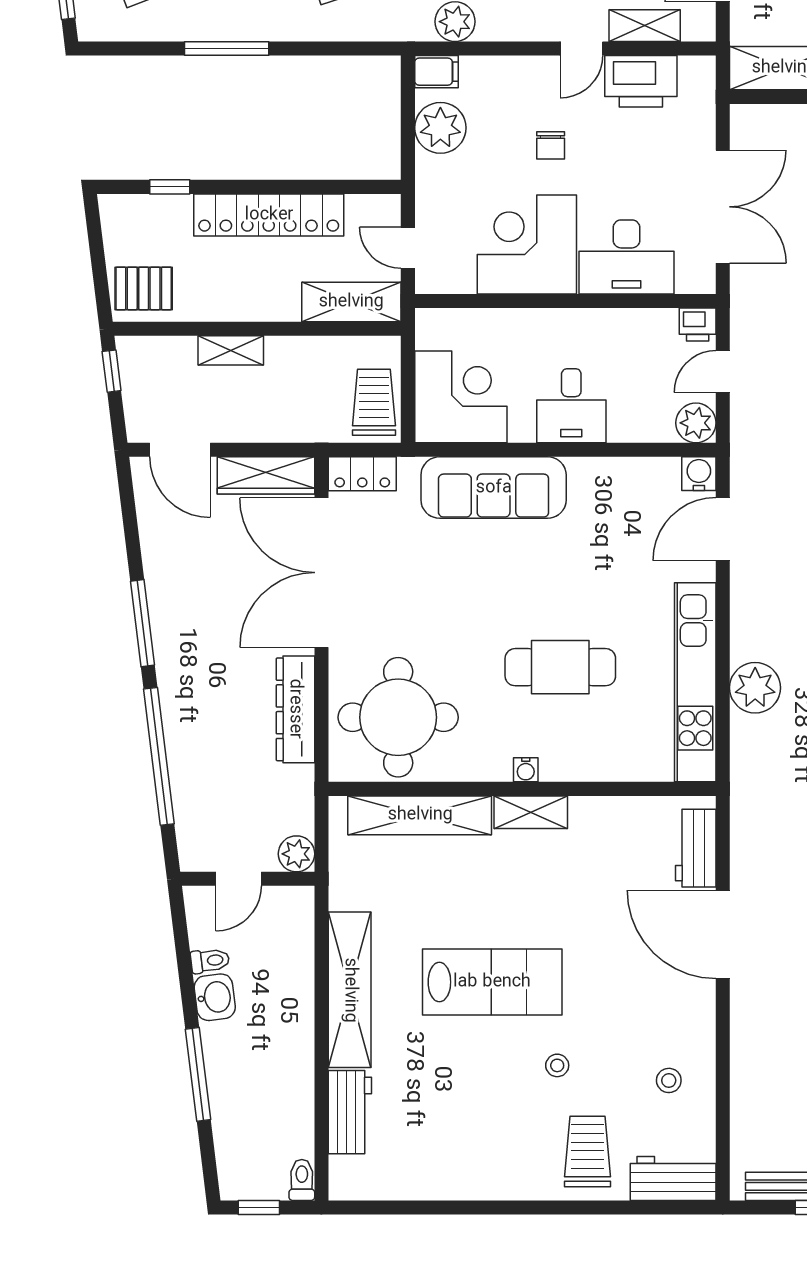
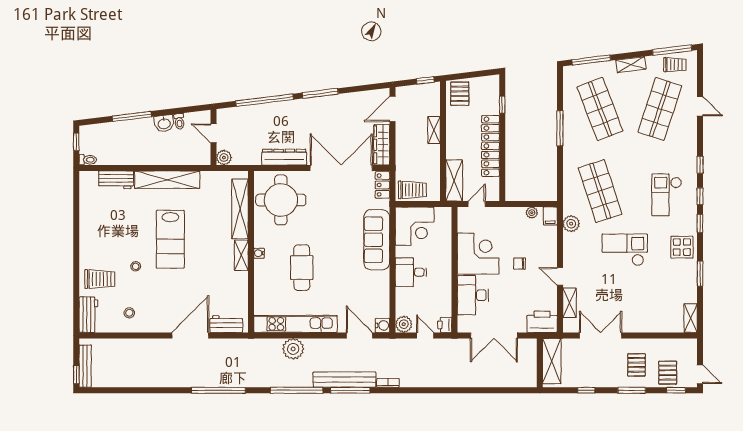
printer: (641, 81) -> (542, 322), moved, turned 90
plant: (440, 128) -> (532, 213), width x0.53, depth x0.53

